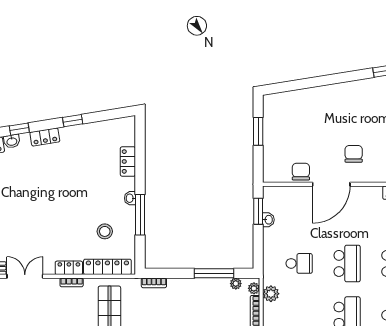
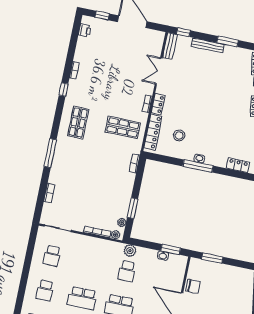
window: (258, 131) -> (212, 258), moved
locker: (128, 161) -> (238, 165), moved
window: (140, 215) -> (198, 166), moved
window: (214, 273) -> (132, 208), width x0.69
double door: (25, 276) -> (159, 71), swing flipped
plant: (271, 294) -> (130, 251), moved

